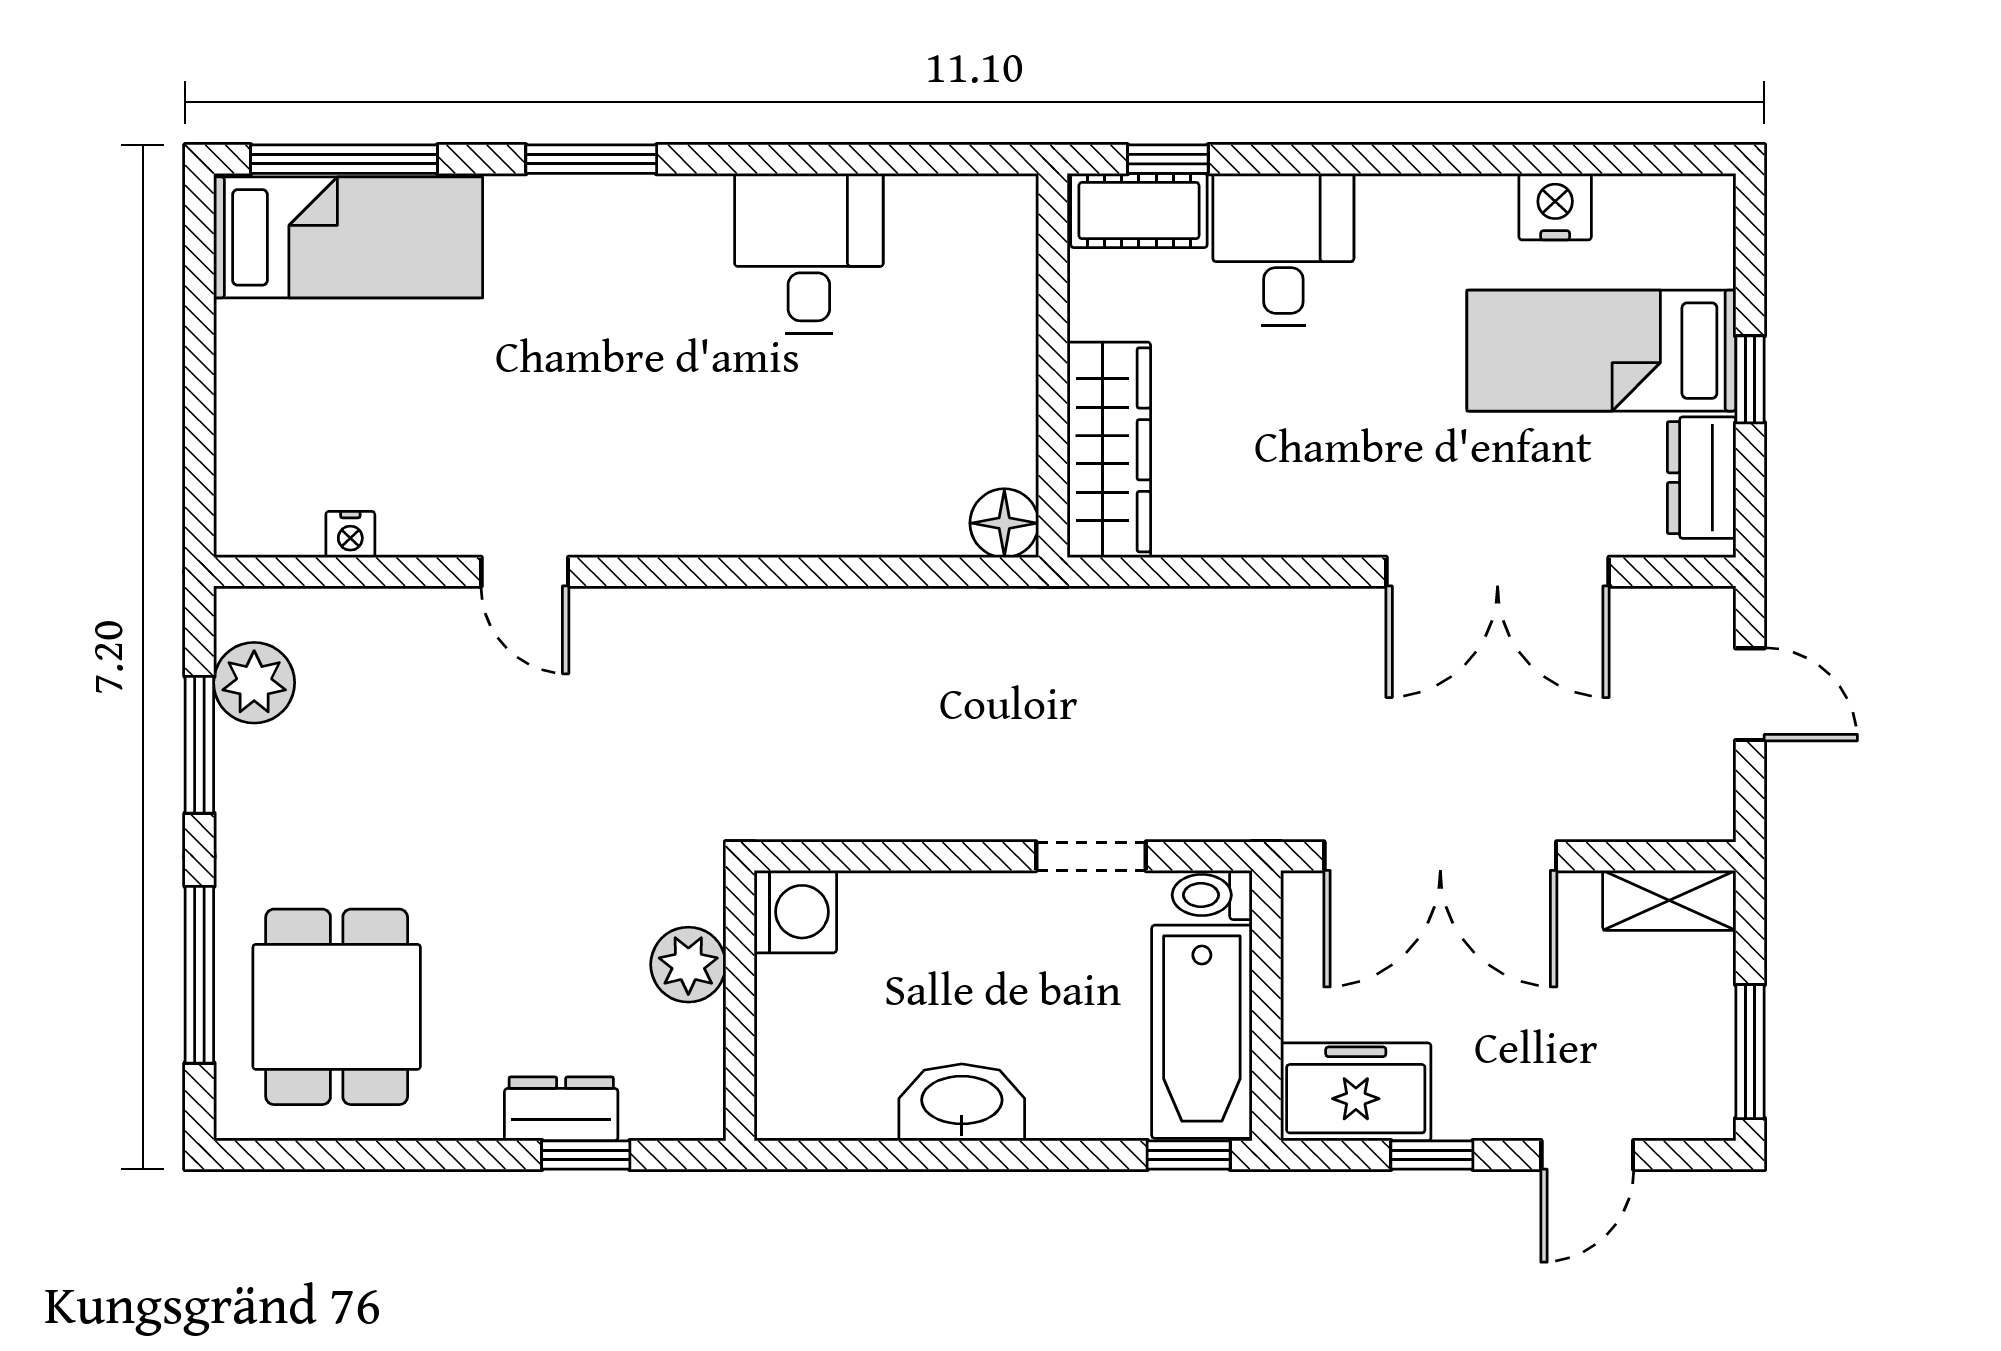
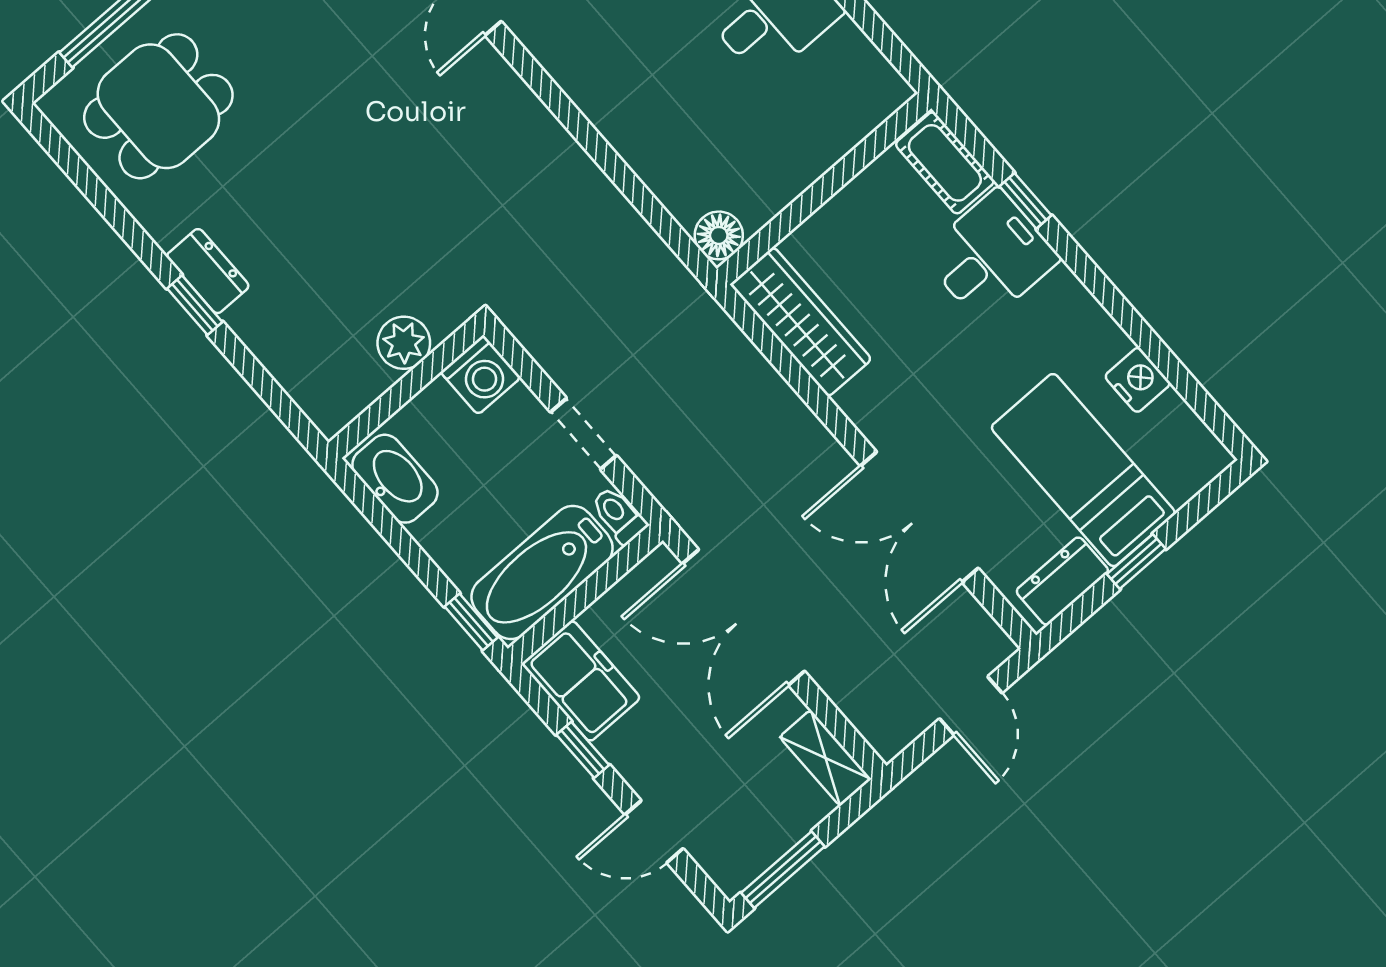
window: (1168, 159) -> (1025, 201), moved
wardrobe: (1109, 450) -> (801, 322), moved, turned -90
washing machine: (795, 912) -> (481, 375), moved
plant: (688, 965) -> (404, 343), moved
wall: (740, 1006) -> (406, 389), moved

